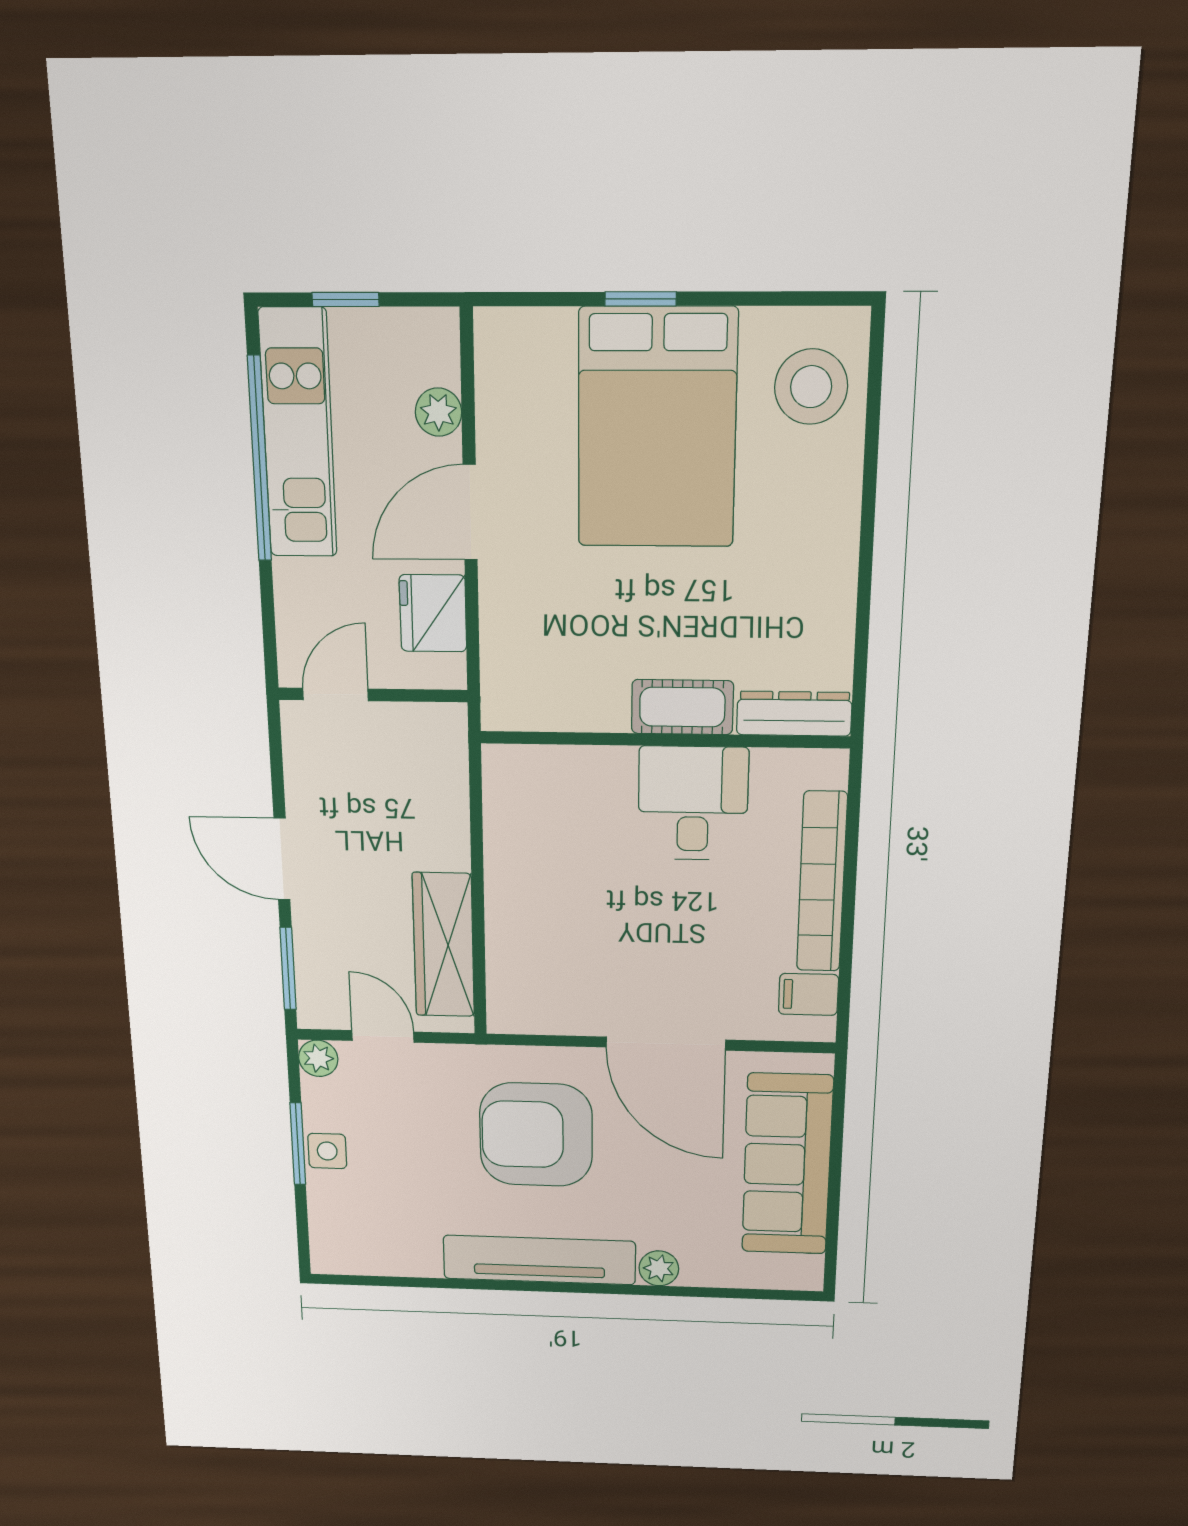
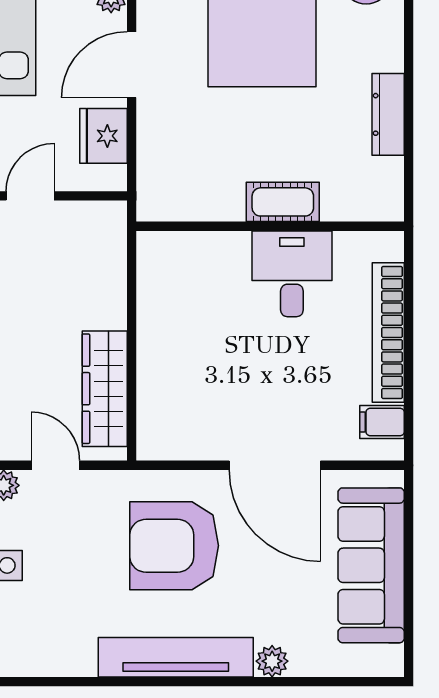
dresser: (794, 714) -> (388, 114), moved, turned -90

